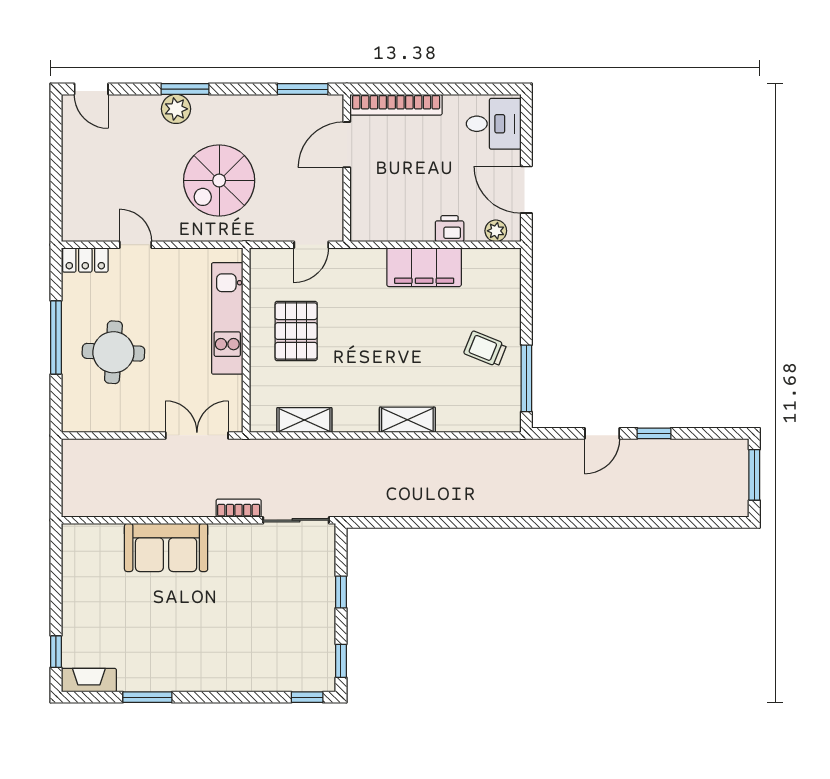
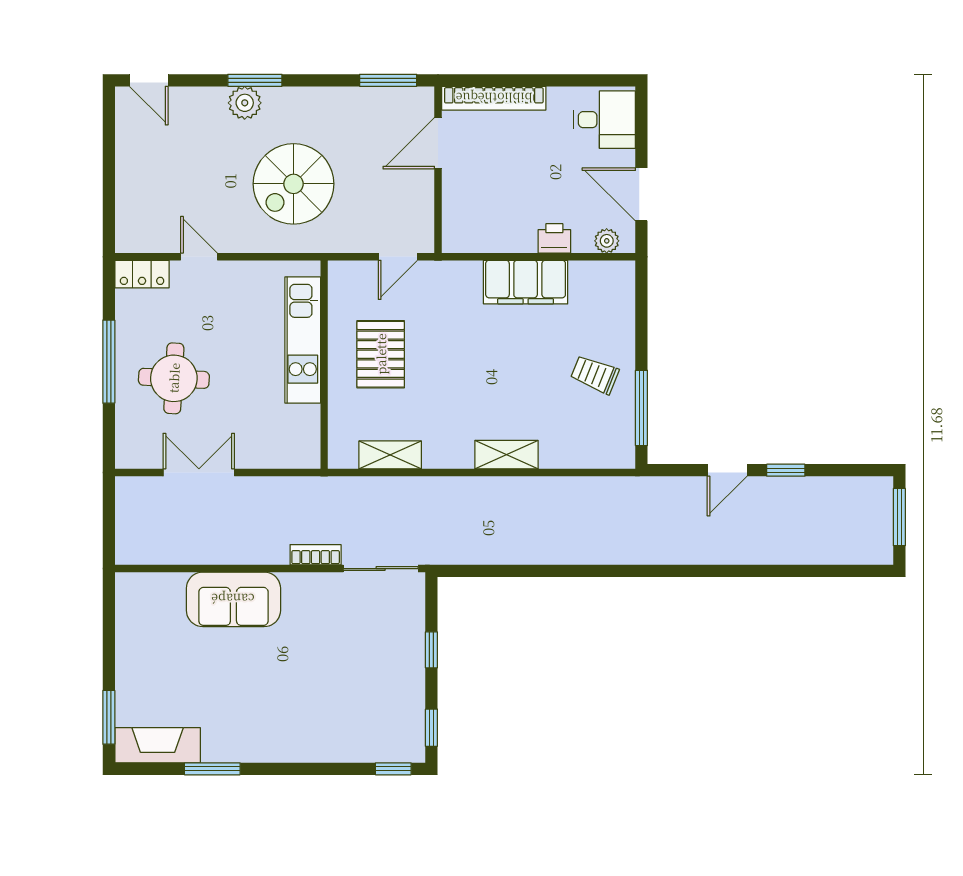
double door: (197, 435) -> (199, 473), moved
window: (56, 652) -> (109, 717), width x1.50
fireplace: (89, 680) -> (158, 745), width x1.37, depth x1.32

